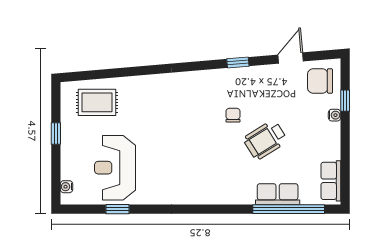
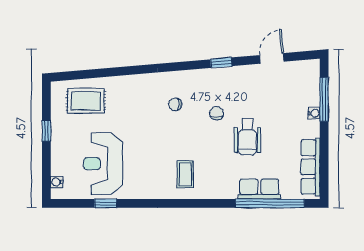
chair: (320, 81) -> (175, 104), moved, width x0.54, depth x0.54
window: (345, 101) -> (324, 99), width x2.17
wheelchair: (265, 140) -> (247, 137), turned -58
coffee table: (200, 179) -> (185, 174), added
row of seats: (331, 181) -> (310, 167), width x1.48

